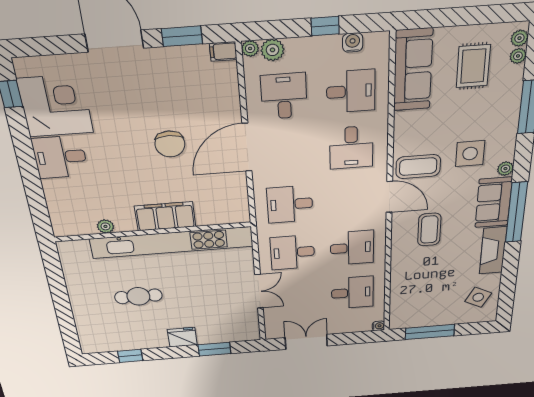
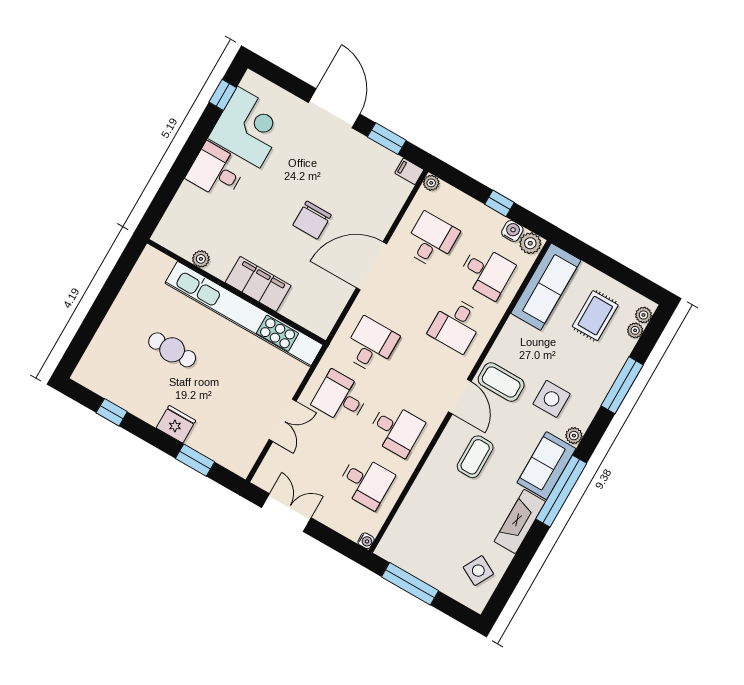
plant: (272, 50) -> (530, 243), moved
desk: (290, 204) -> (371, 345), turned 90

